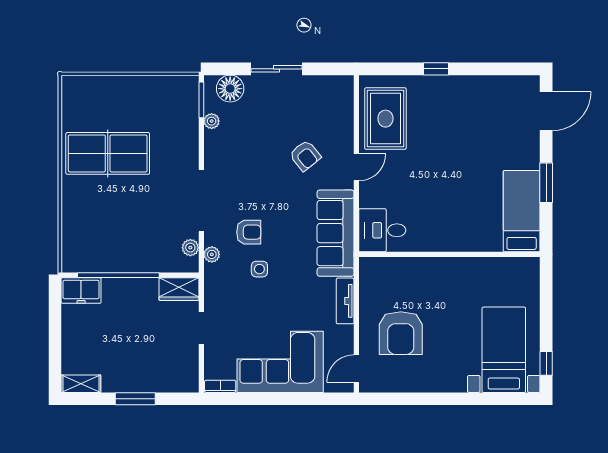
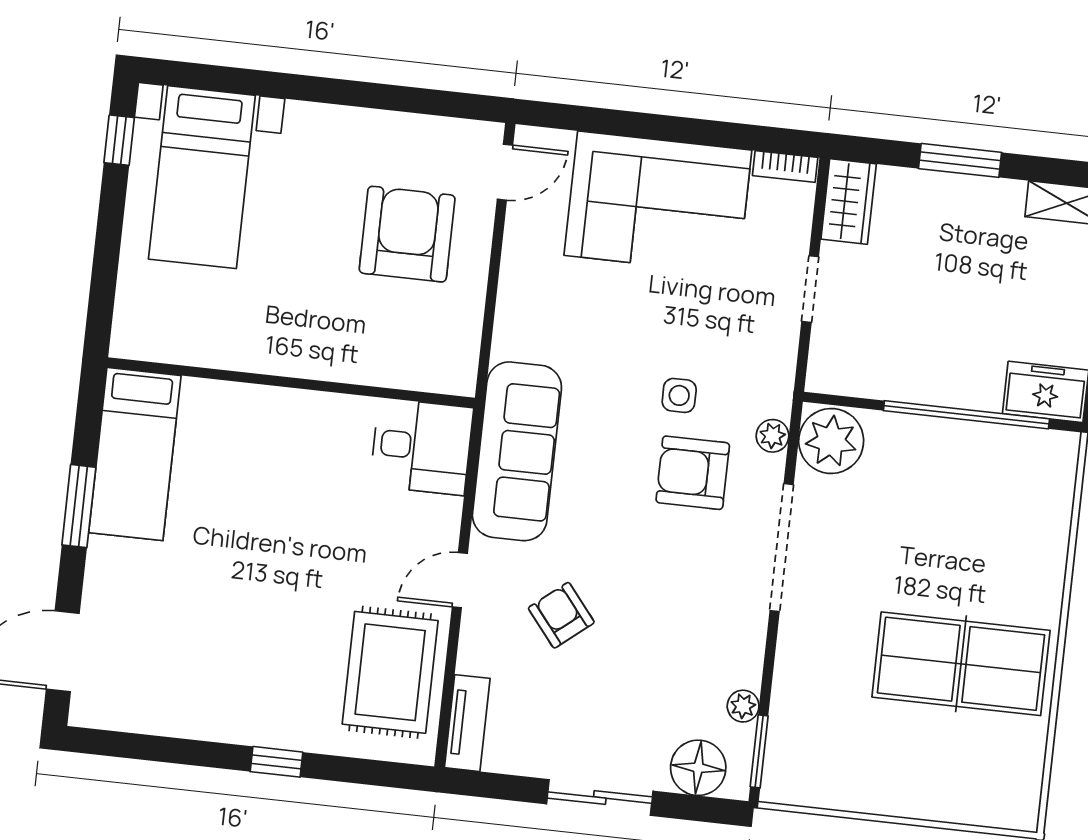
armchair: (249, 232) -> (693, 473), width x1.38, depth x1.38
plant: (190, 248) -> (831, 441), width x1.88, depth x1.88
wardrobe: (179, 289) -> (849, 202), moved, turned 90
tv unit: (345, 301) -> (467, 723), moved

